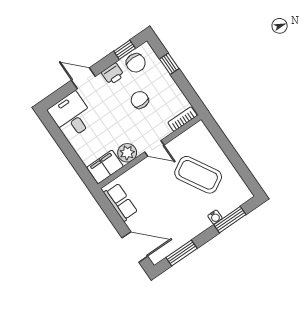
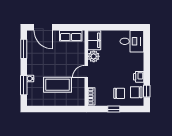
window: (169, 64) -> (114, 109), moved
door: (83, 78) -> (147, 60), removed
chair: (140, 100) -> (119, 93), moved
coffee table: (198, 175) -> (58, 85), turned 30
door: (135, 247) -> (43, 27), hinge flipped

